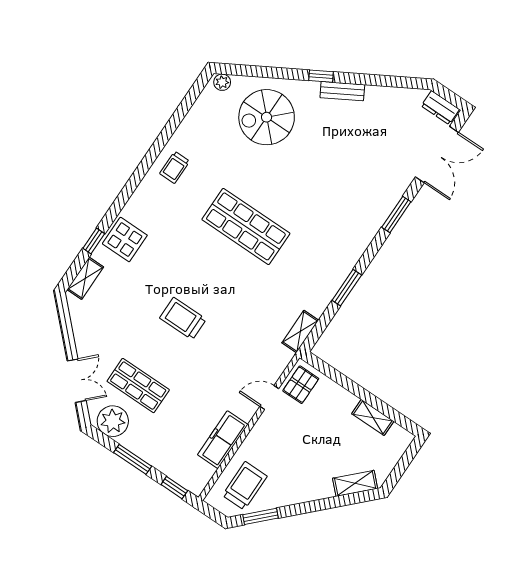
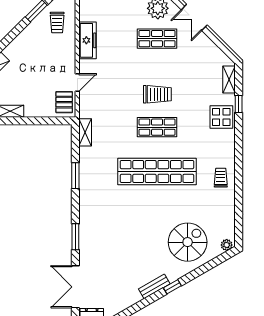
shop shelf: (246, 226) -> (157, 171), width x1.40
shop shelf: (210, 279) -> (157, 127), added
trolley: (245, 486) -> (57, 22), width x0.73, depth x0.72

